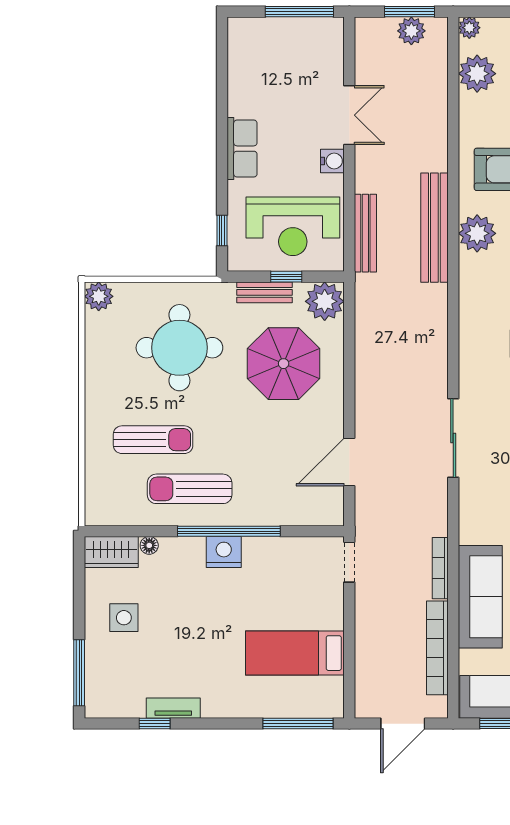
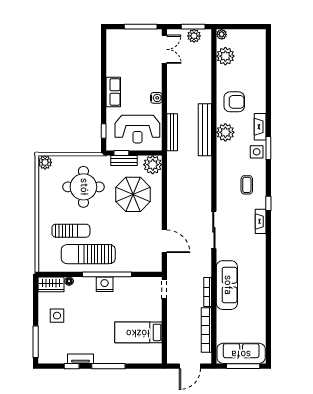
double door: (349, 115) -> (164, 49), moved
window: (286, 277) -> (121, 153), moved
door: (349, 462) -> (164, 241), swing flipped
sun lounger: (190, 489) -> (88, 254), width x1.36, depth x1.34
sofa: (480, 597) -> (227, 285), moved
window: (298, 724) -> (108, 366), moved

